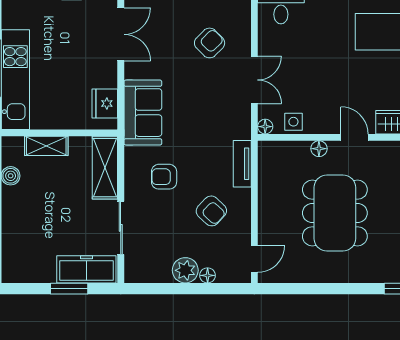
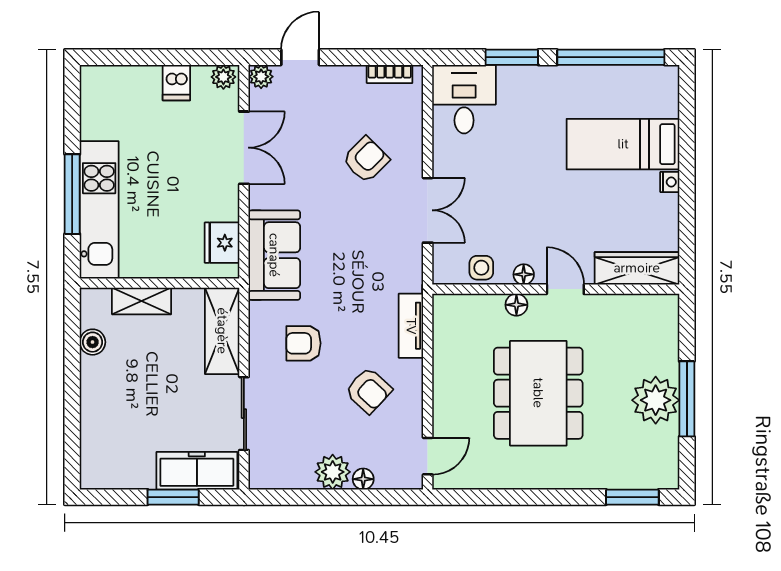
floor lamp: (265, 127) -> (524, 274), moved

